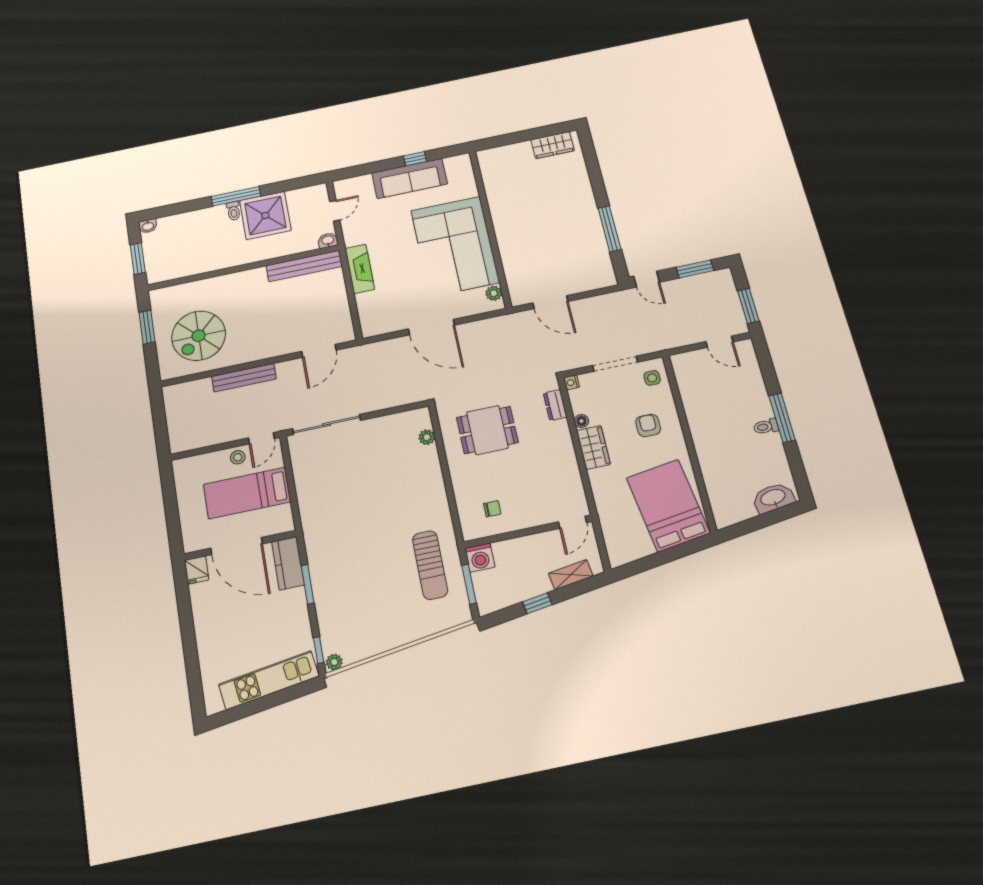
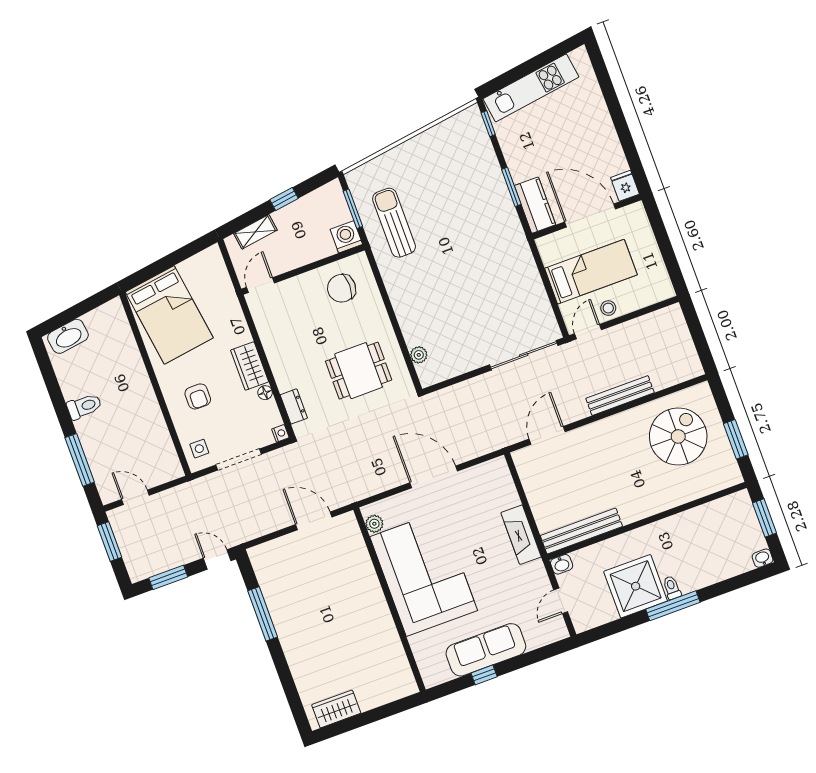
window: (782, 418) -> (80, 460), moved
toilet: (766, 427) -> (84, 406), width x1.37, depth x1.39
chair: (492, 509) -> (342, 288), width x1.87, depth x1.87
plant: (334, 662) -> (471, 114), removed

